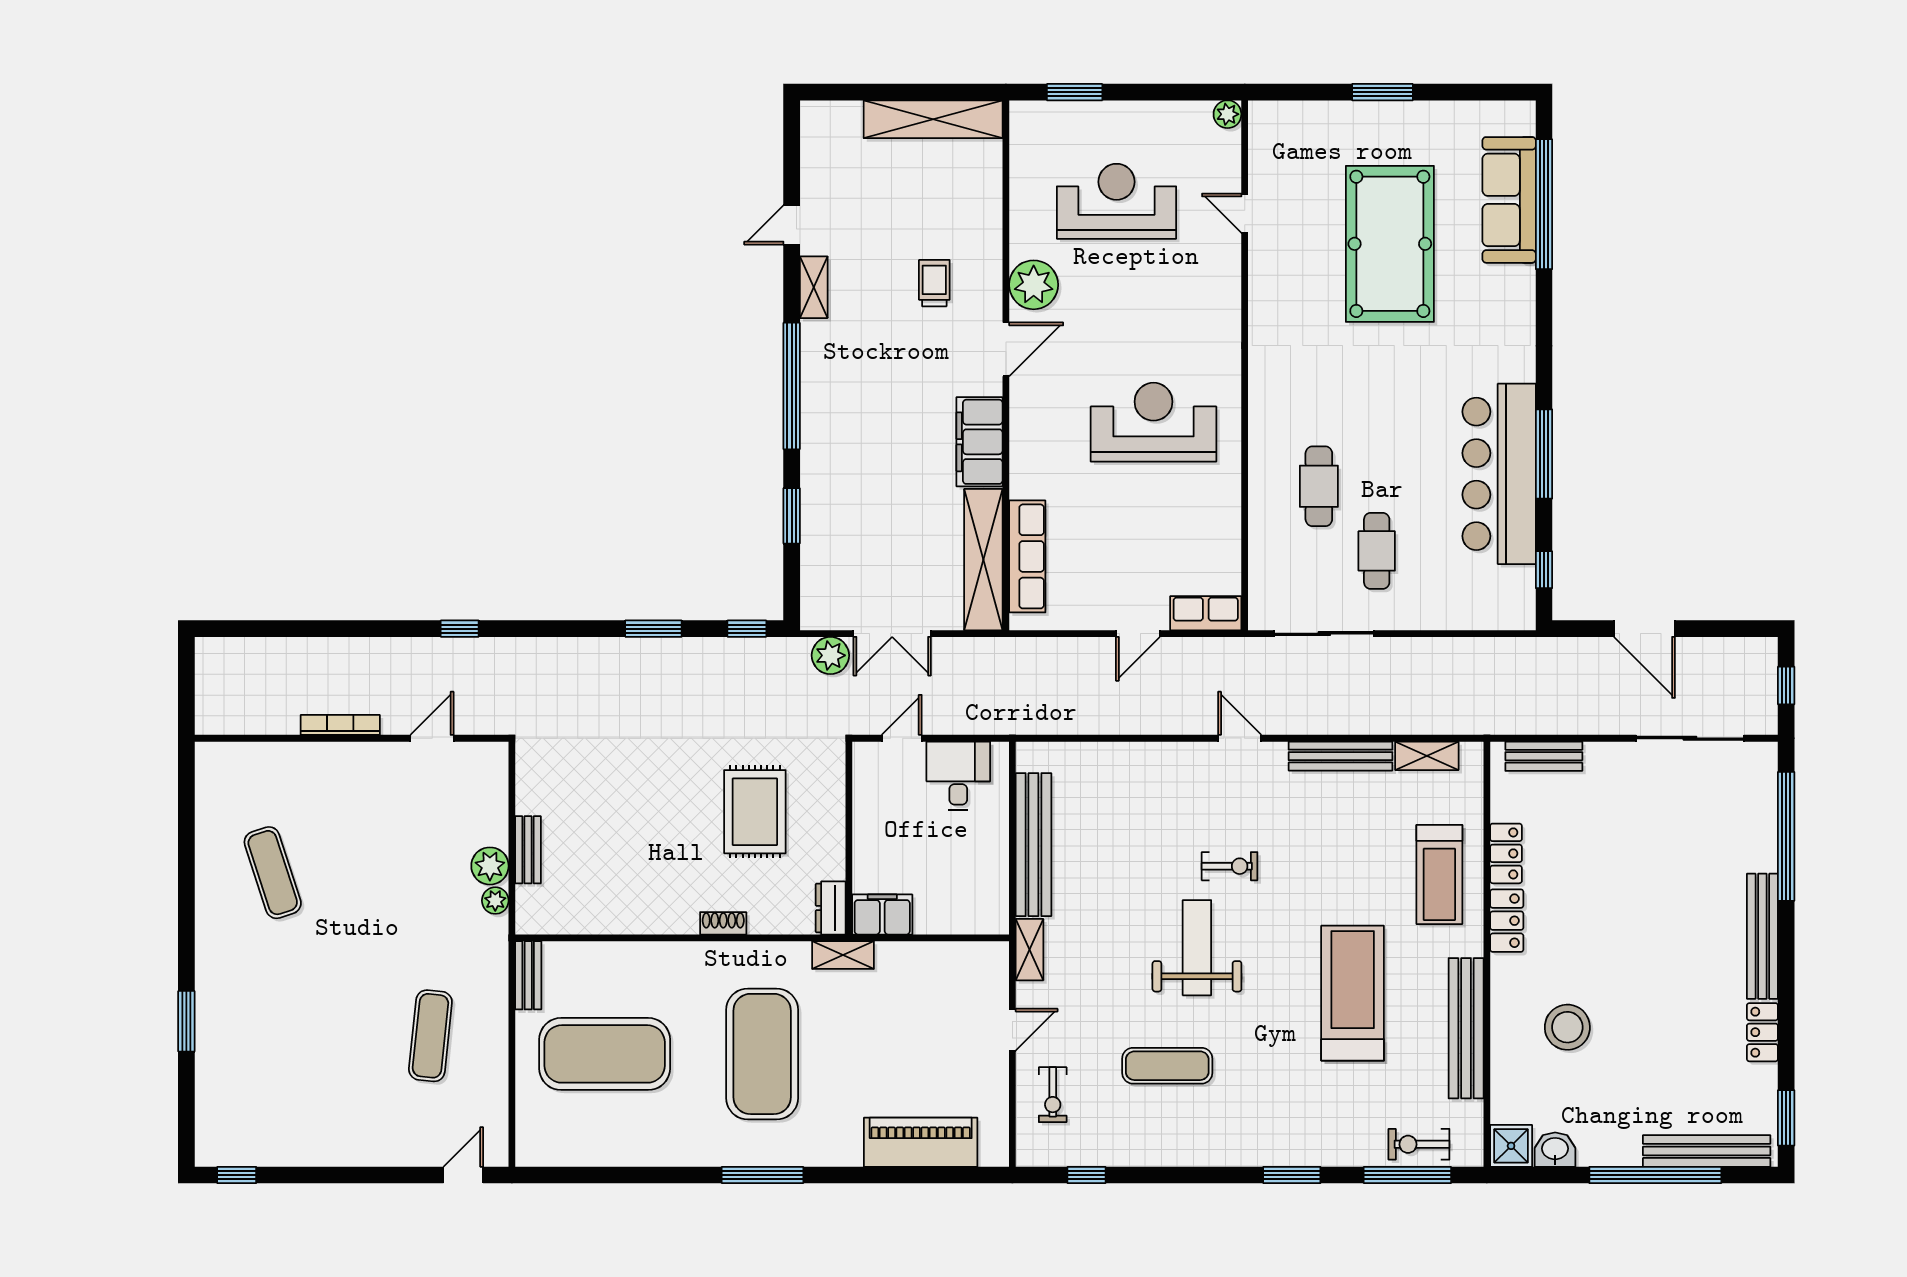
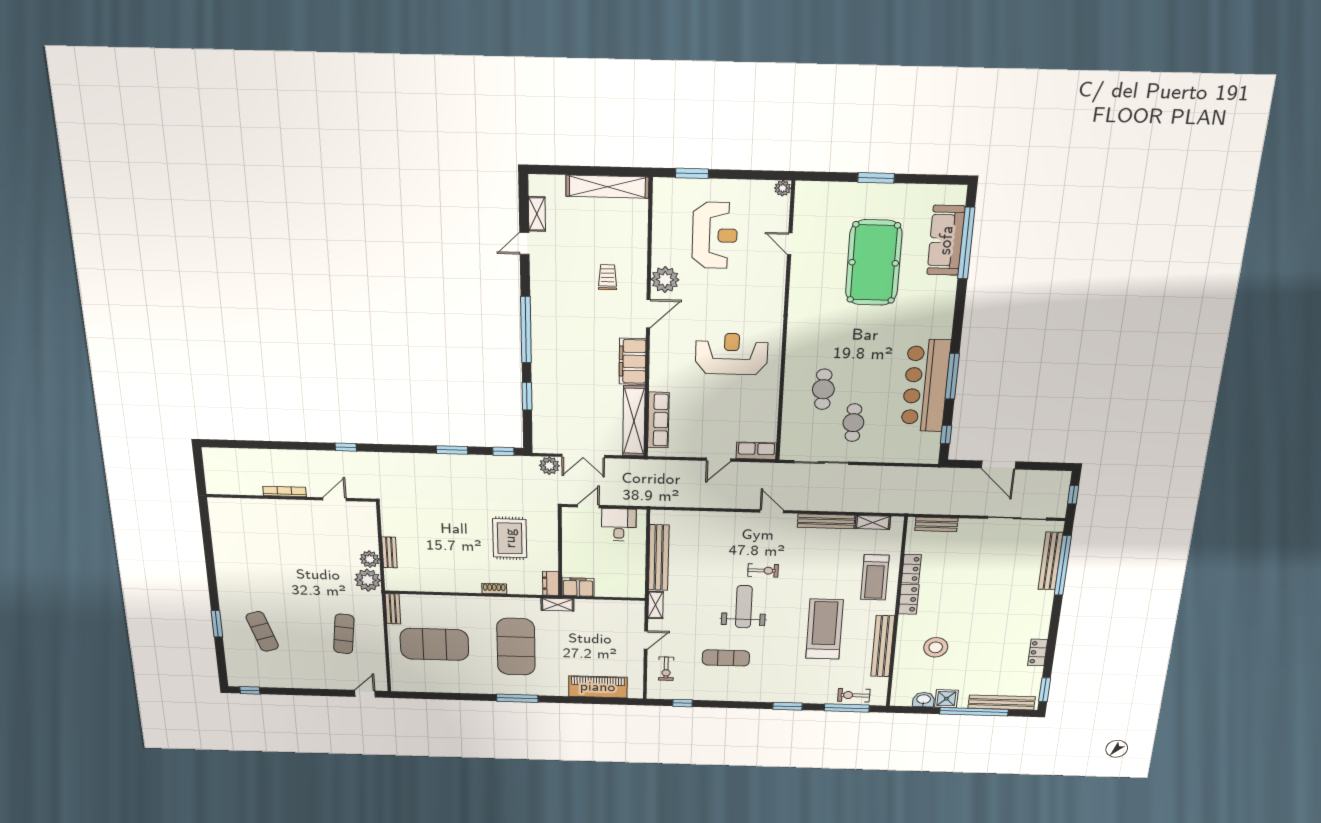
reception desk: (1117, 201) -> (715, 235), turned 90
shelving: (814, 287) -> (537, 214), moved
exercise mat: (273, 873) -> (262, 631), moved
plant: (495, 901) -> (368, 580), width x1.88, depth x1.88
bench: (1762, 936) -> (1051, 561), moved
shower: (1511, 1146) -> (946, 699), moved

